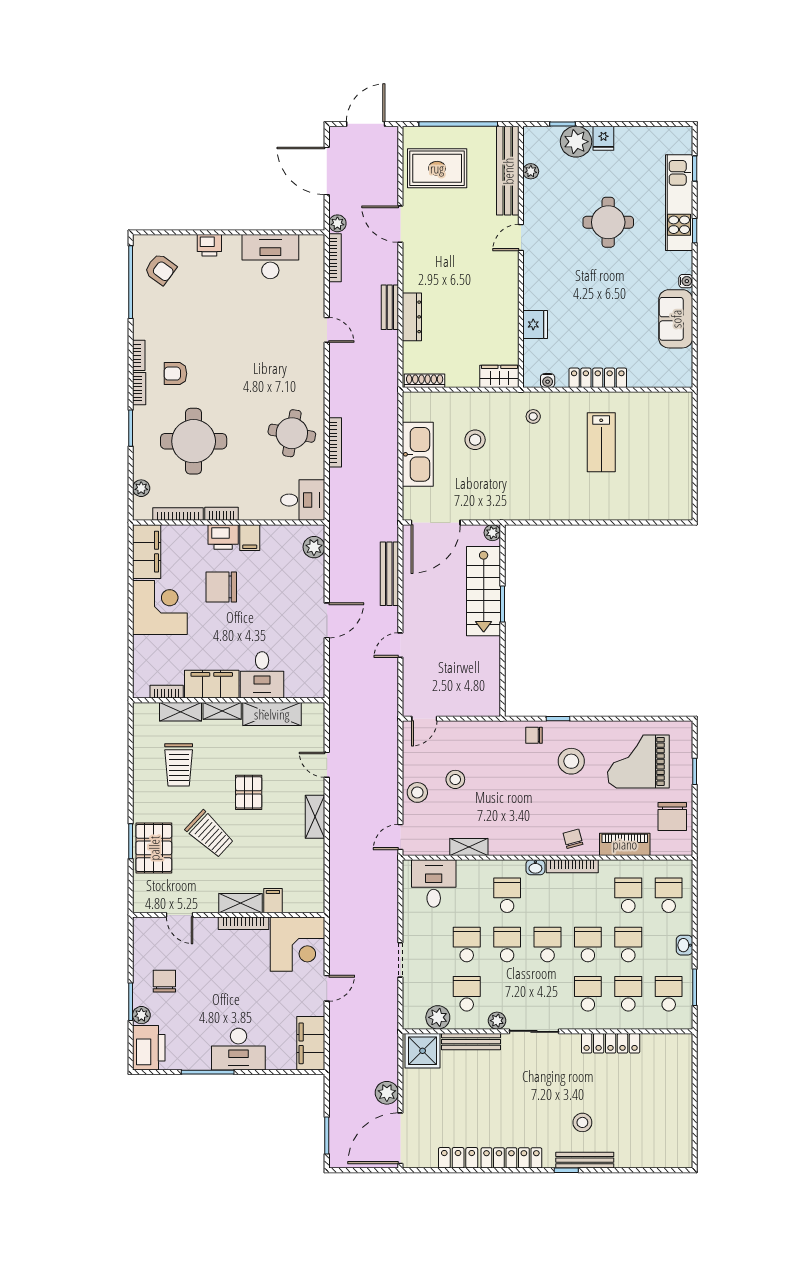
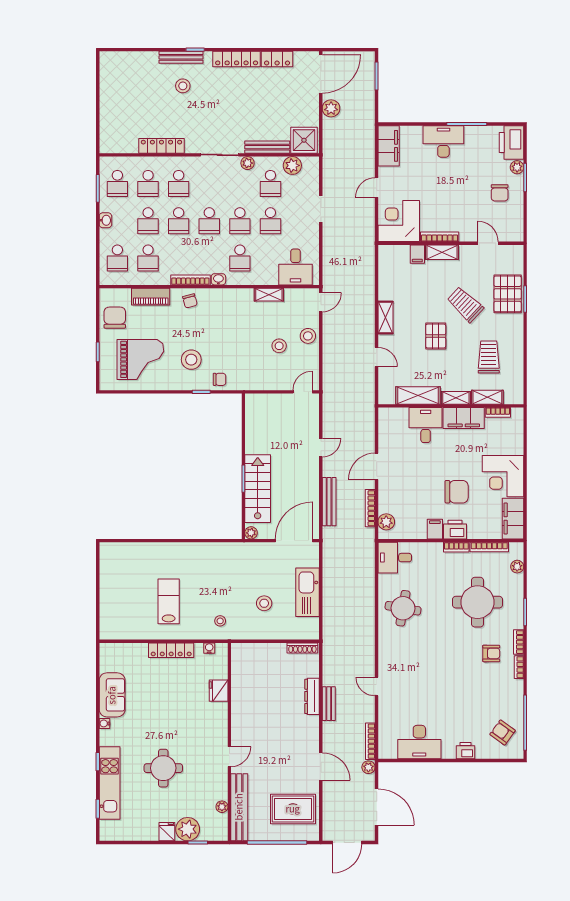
wardrobe: (499, 376) -> (246, 651), removed
bookcase: (335, 442) -> (370, 508), moved

